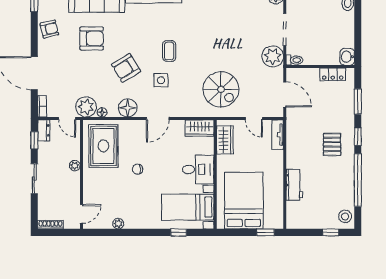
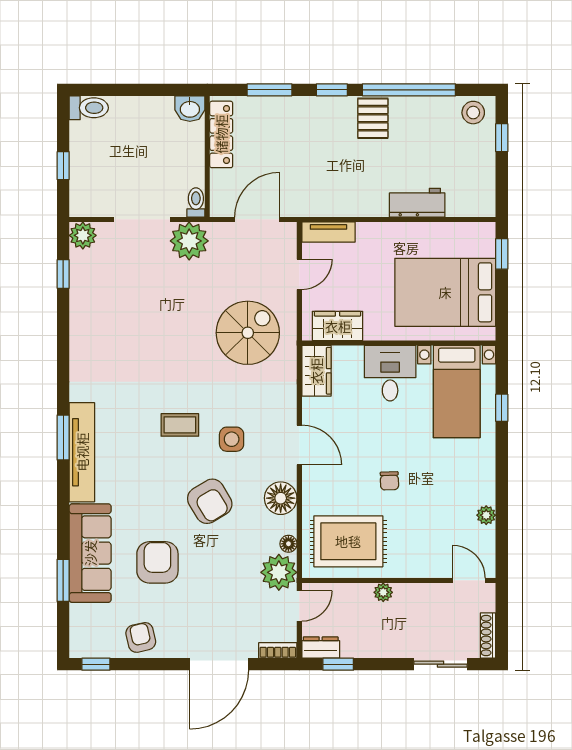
locker: (333, 74) -> (221, 134), width x1.53
pallet: (332, 144) -> (373, 118), moved, turned 90
sliding door: (34, 179) -> (440, 664), moved

